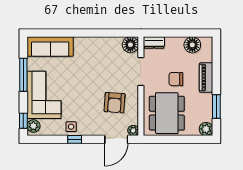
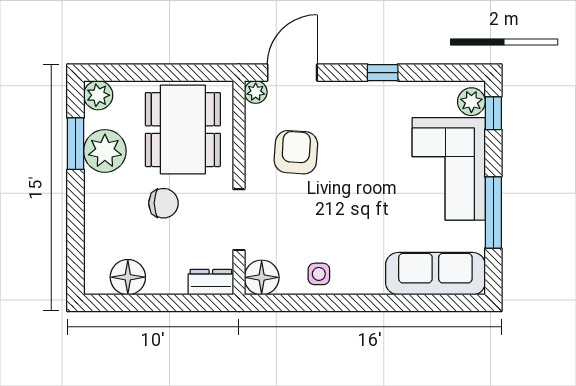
piano: (206, 78) -> (98, 206), removed
plant: (203, 103) -> (105, 151), added
side table: (71, 127) -> (319, 274), moved

